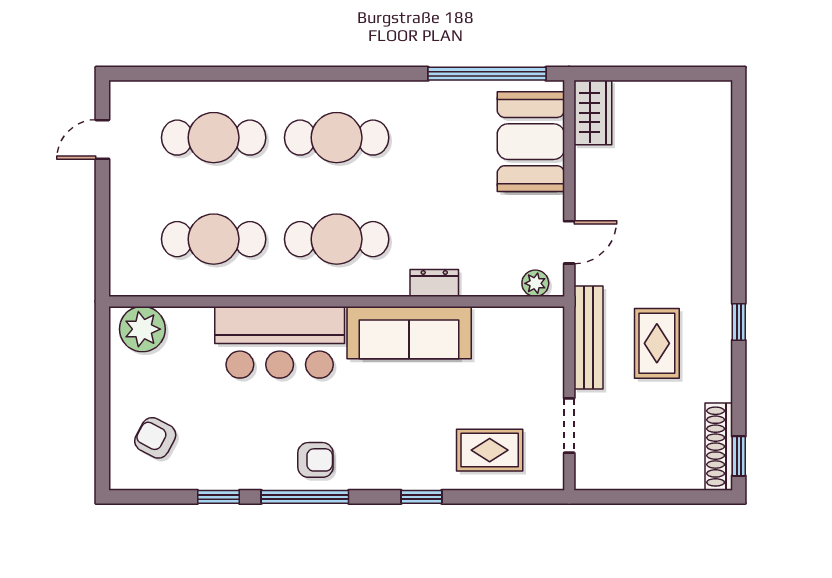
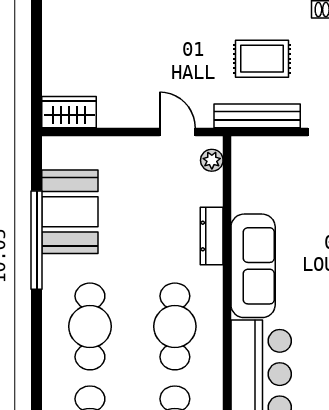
window: (487, 74) -> (37, 240), moved
booth: (531, 142) -> (70, 212), moved, turned 90
dresser: (434, 283) -> (212, 236), width x1.44

